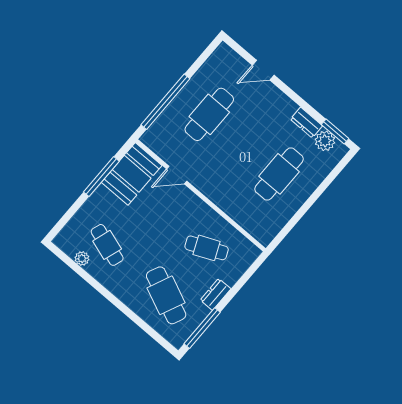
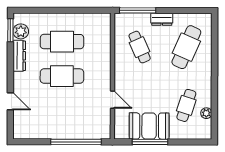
cafe table: (209, 114) -> (62, 76), moved
dresser: (306, 122) -> (19, 56), width x1.44
booth: (132, 174) -> (149, 126), moved
window: (202, 328) -> (138, 10), moved

